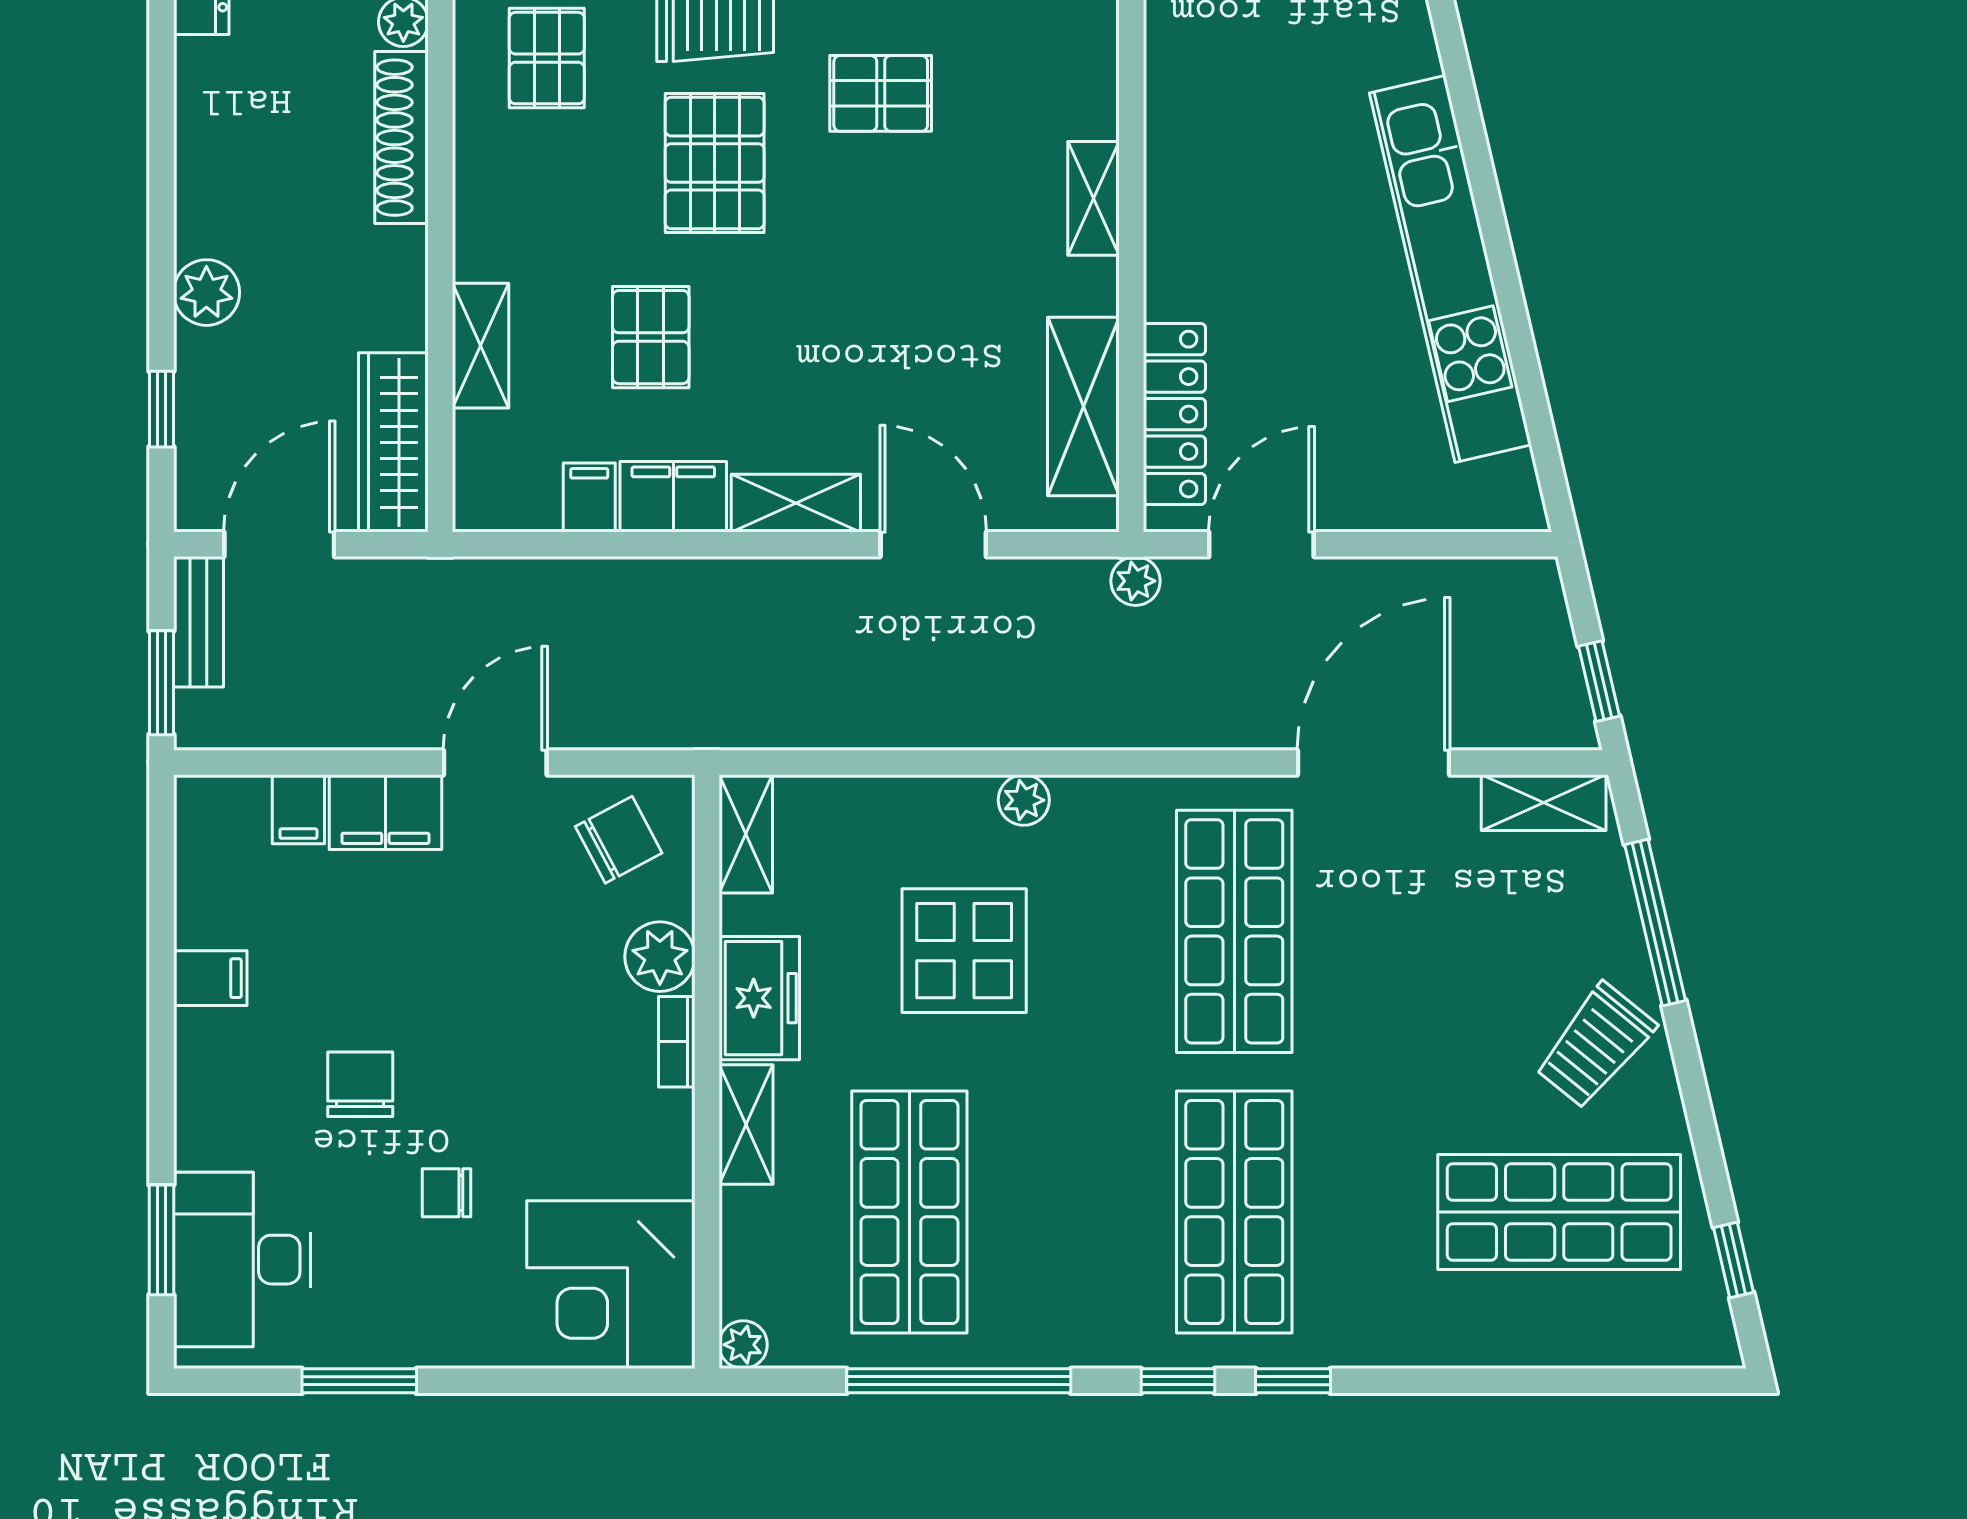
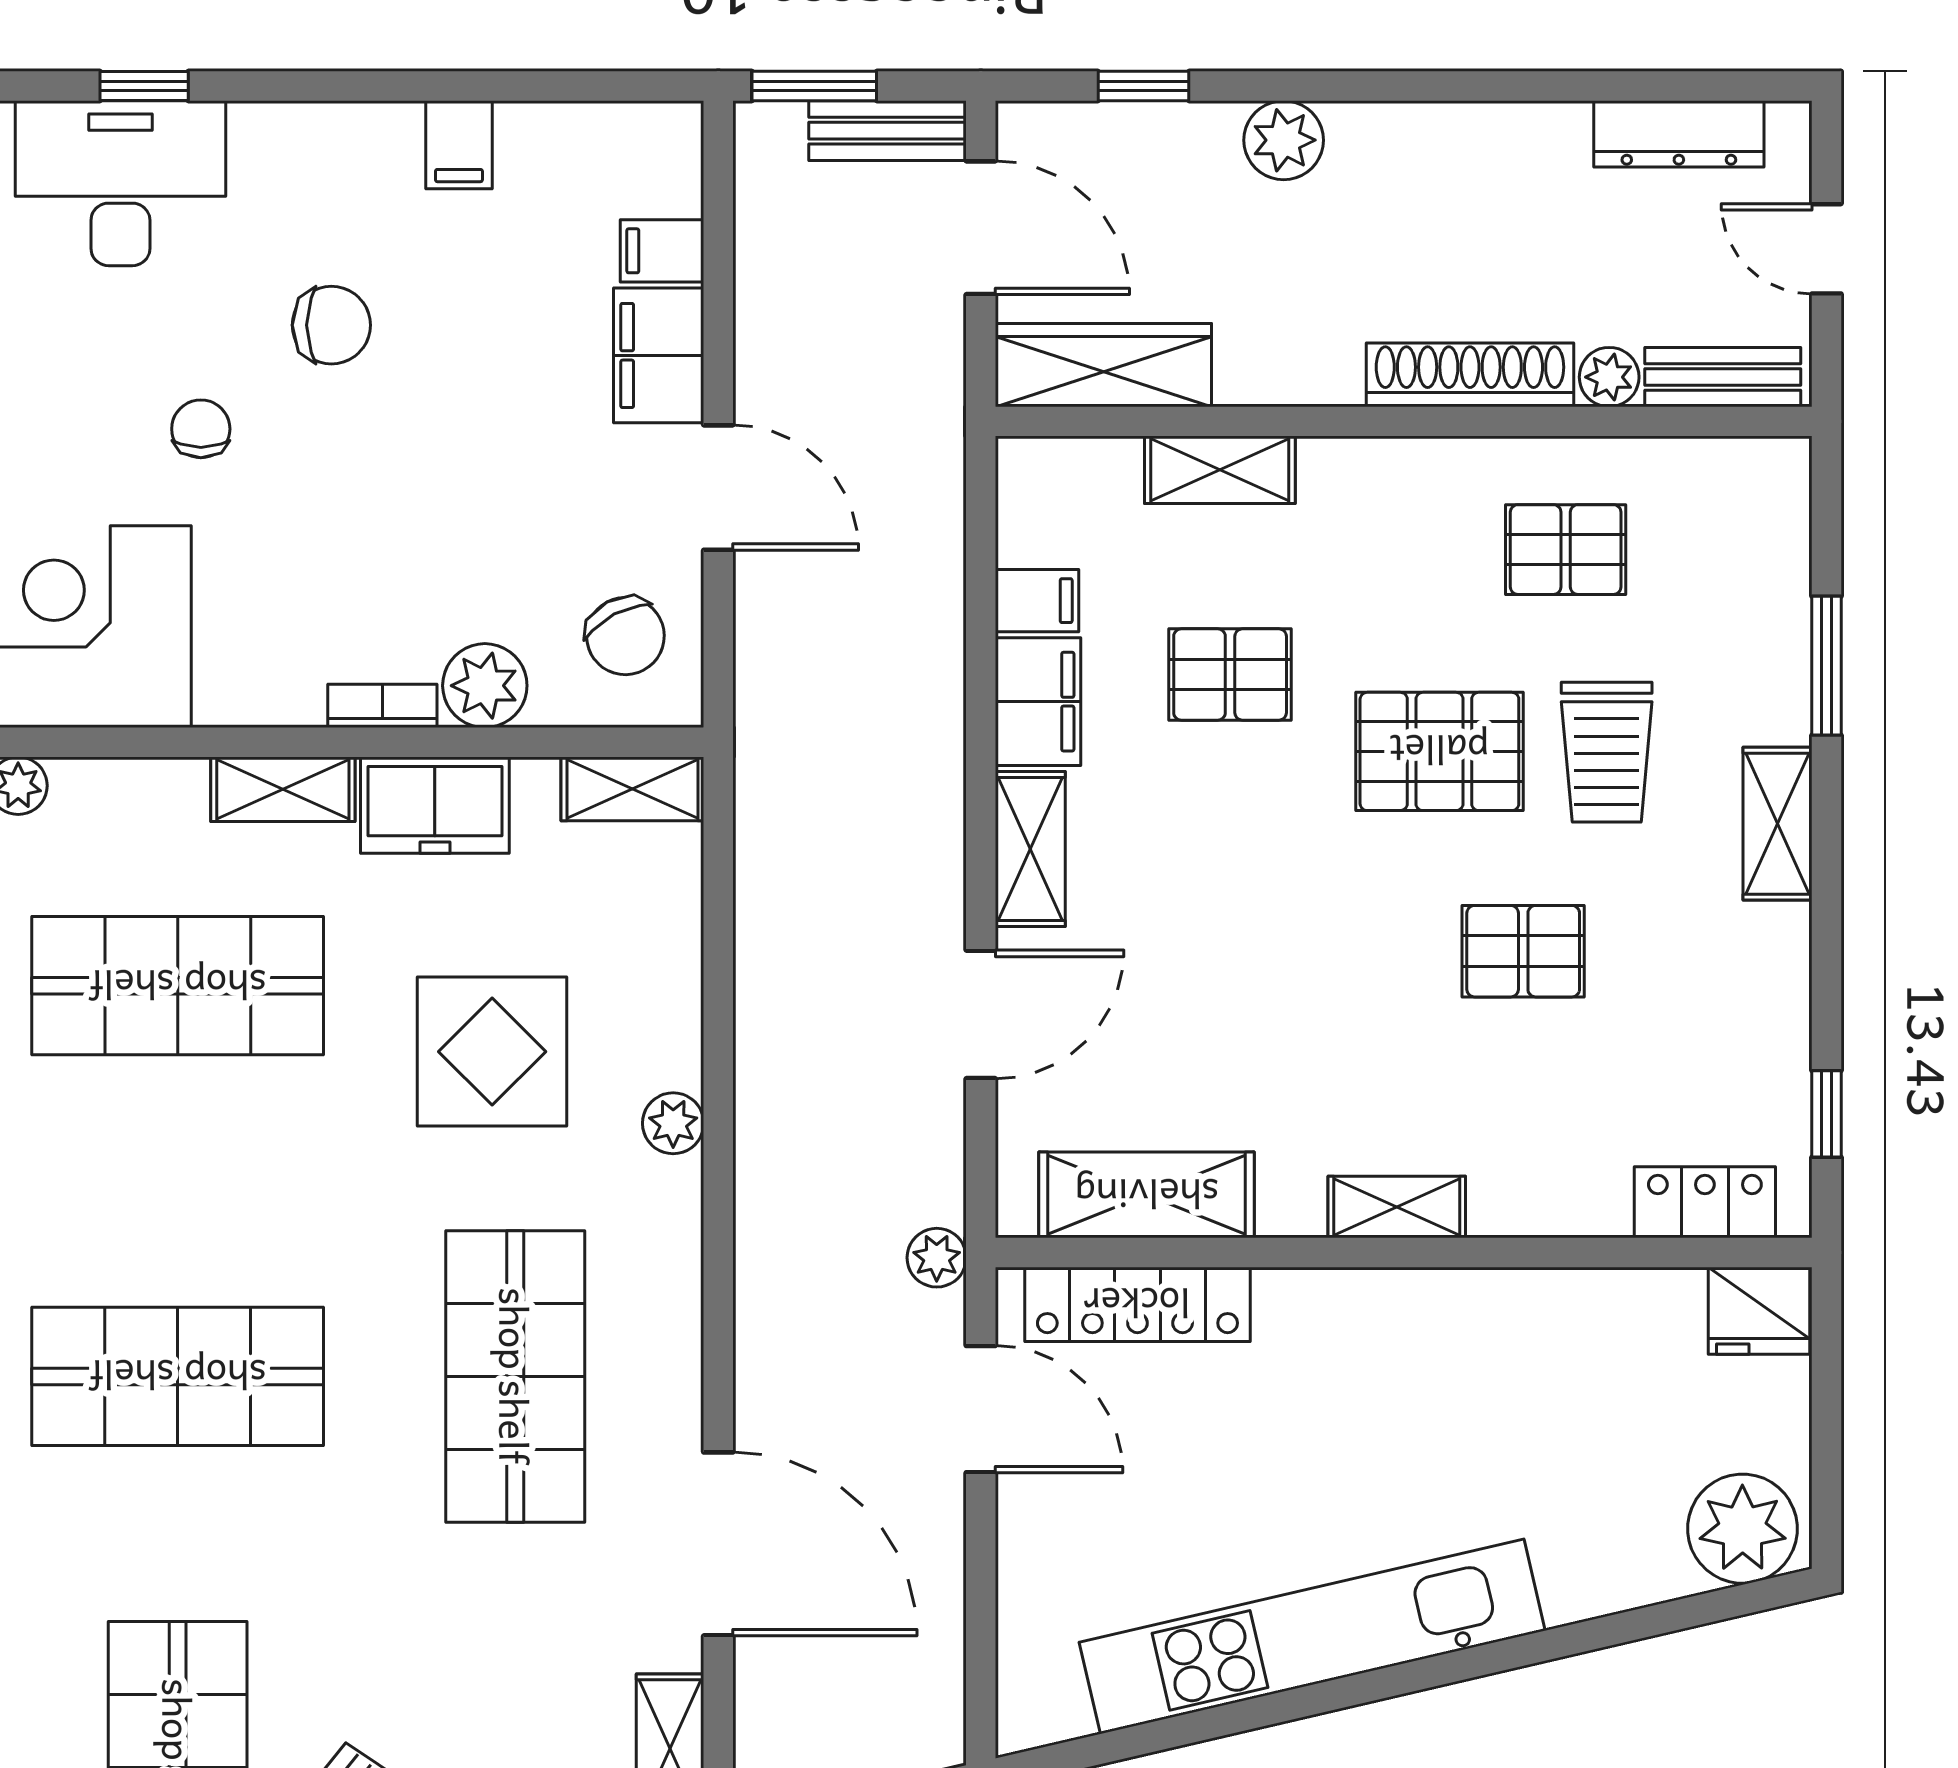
pallet: (881, 93) -> (1523, 951), turned 90
shop shelf: (1234, 931) -> (515, 1376), turned 90
window: (161, 1240) -> (144, 86), width x0.67

